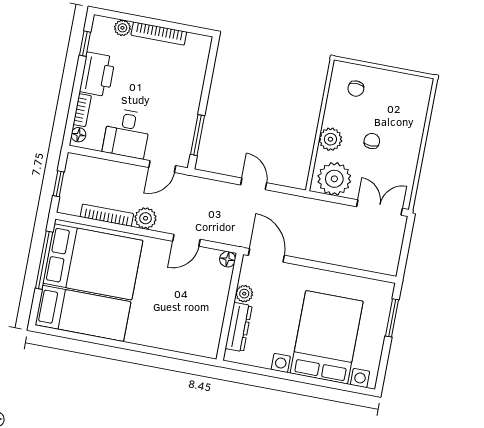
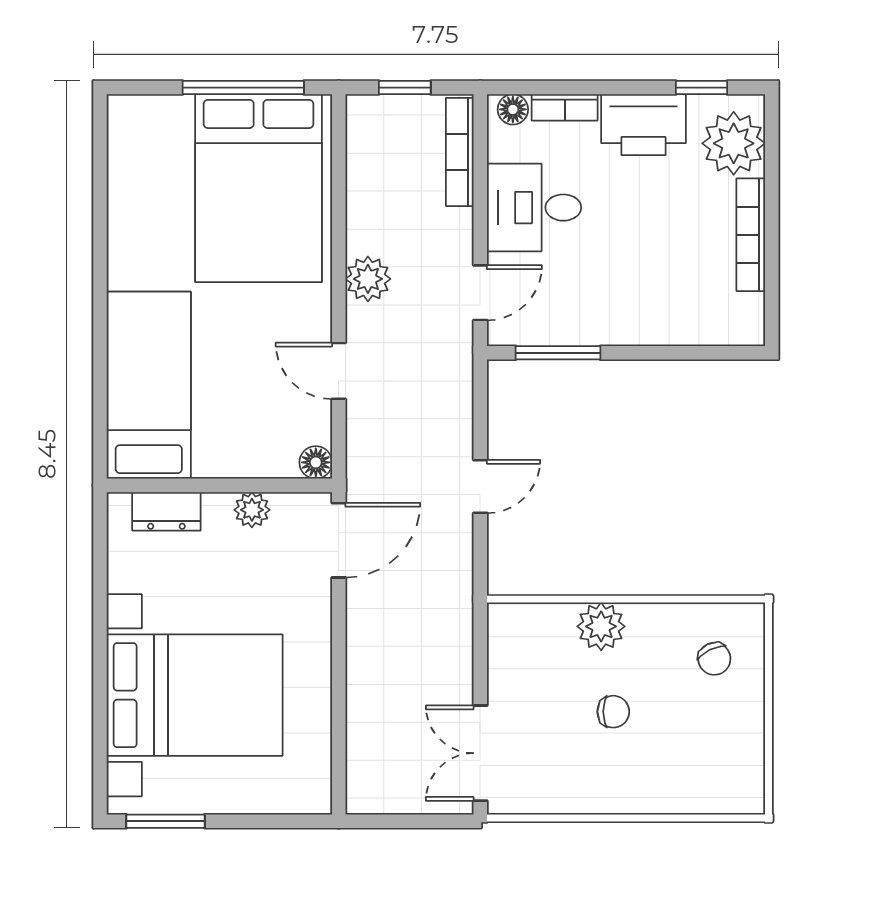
plant: (122, 28) -> (734, 143), width x1.87, depth x1.87
chair: (356, 89) -> (714, 659), turned -119
door: (162, 167) -> (480, 293), swing flipped
plant: (334, 179) -> (522, 650), removed
double door: (380, 208) -> (480, 753), swing flipped
bookcase: (107, 215) -> (460, 152), moved, turned 180
bed: (83, 313) -> (149, 385), moved, turned 180
window: (392, 318) -> (165, 821), moved
dresser: (239, 327) -> (166, 511), width x0.70

